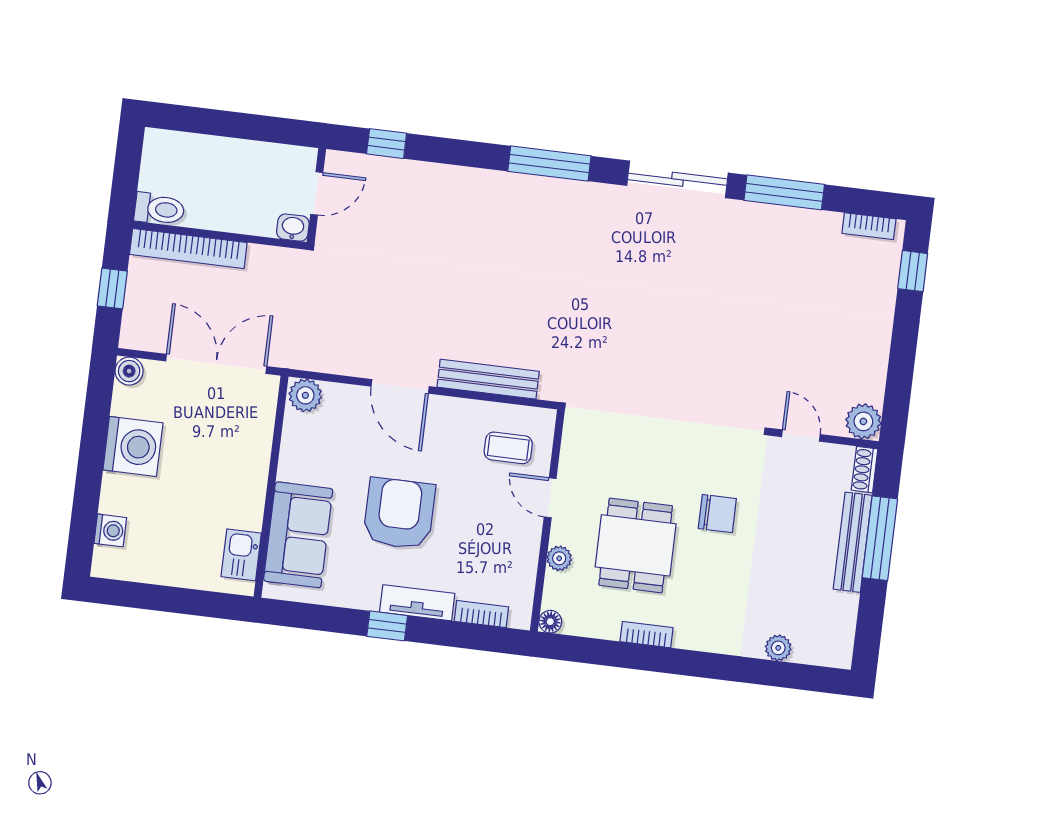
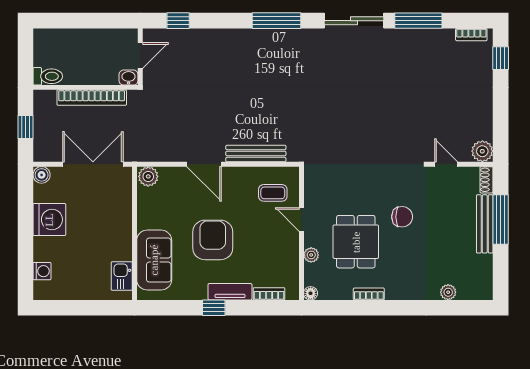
bookcase: (188, 248) -> (92, 98), moved

